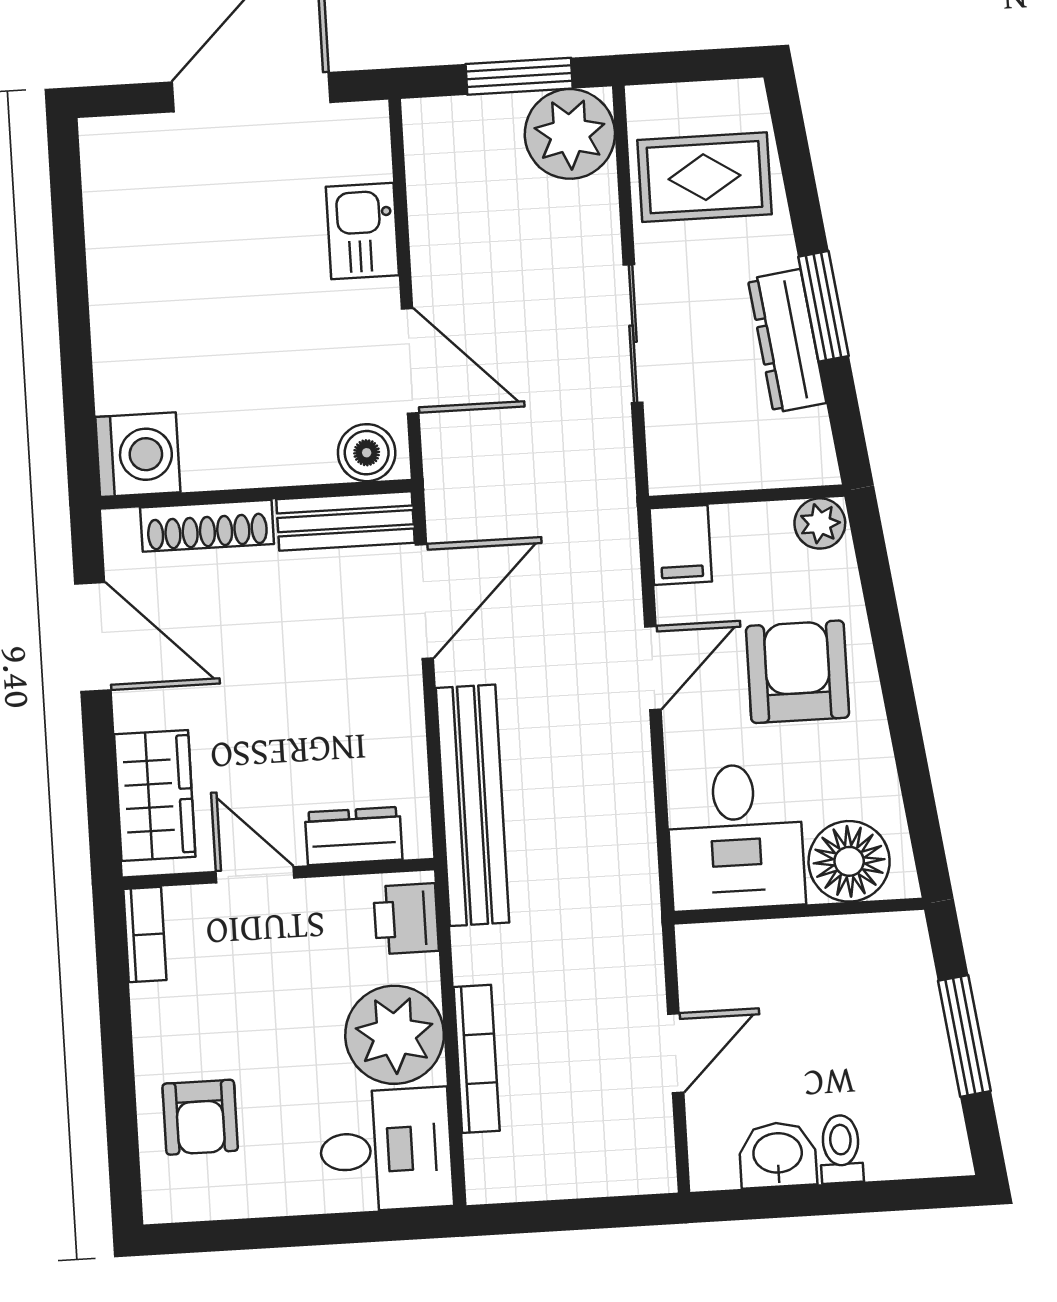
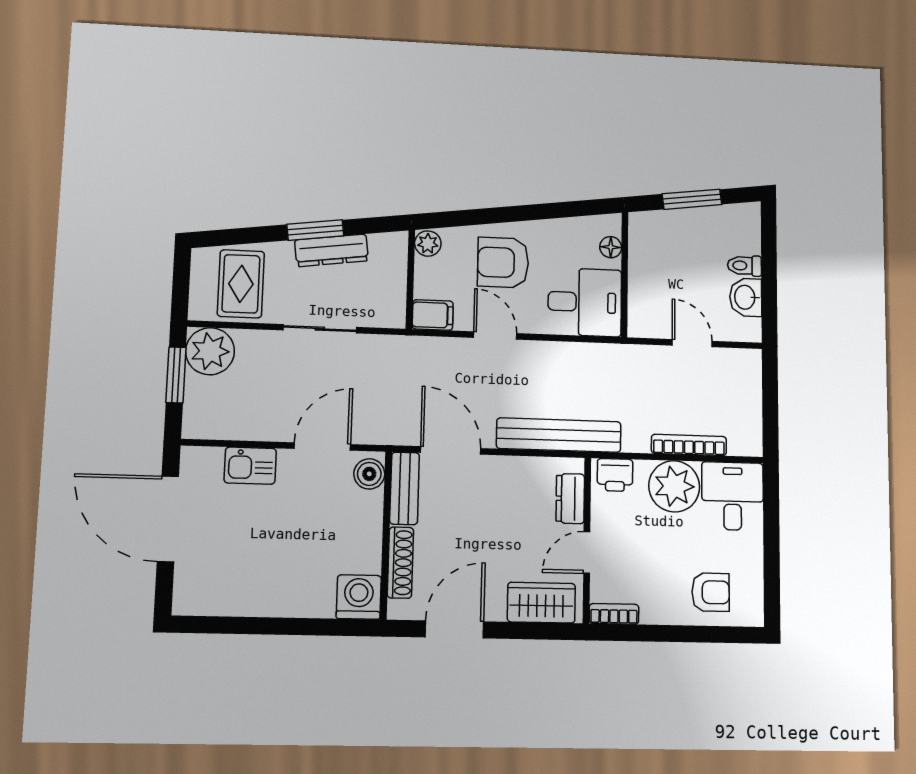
floor lamp: (849, 861) -> (611, 247), width x0.53, depth x0.53

